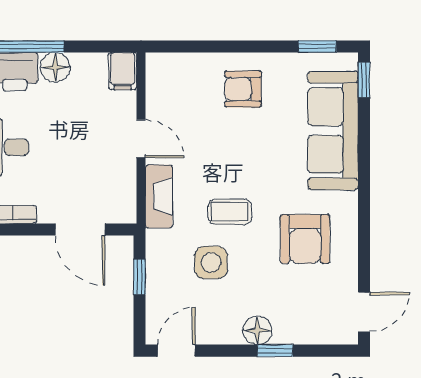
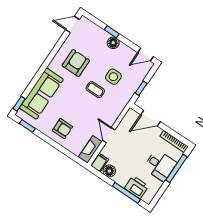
floor lamp: (55, 67) -> (109, 171), moved
fireplace: (159, 196) -> (90, 149), moved
door: (80, 230) -> (151, 118), swing flipped

